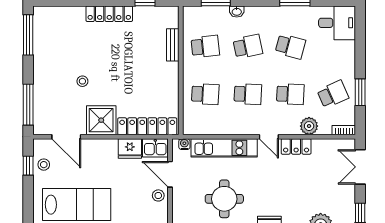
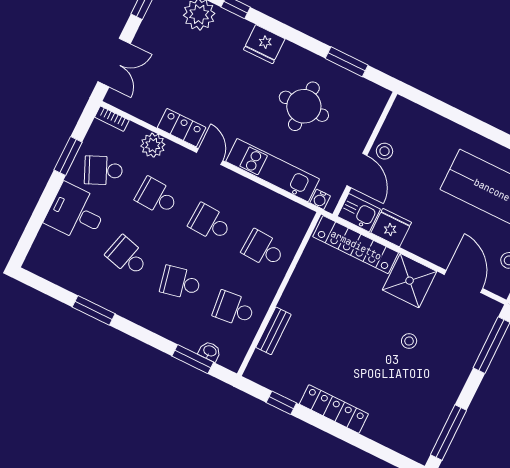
washbasin: (237, 12) -> (210, 351), moved
desk: (337, 23) -> (76, 213), moved

